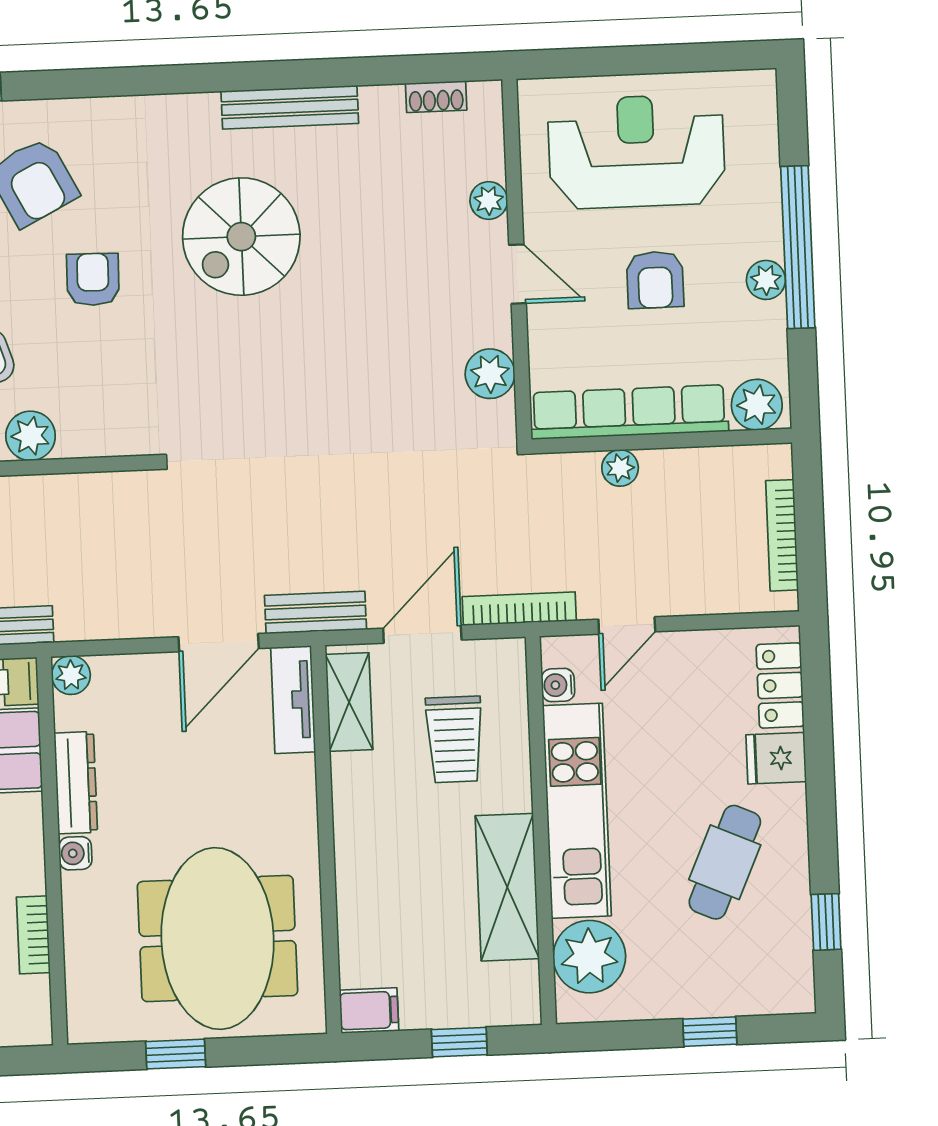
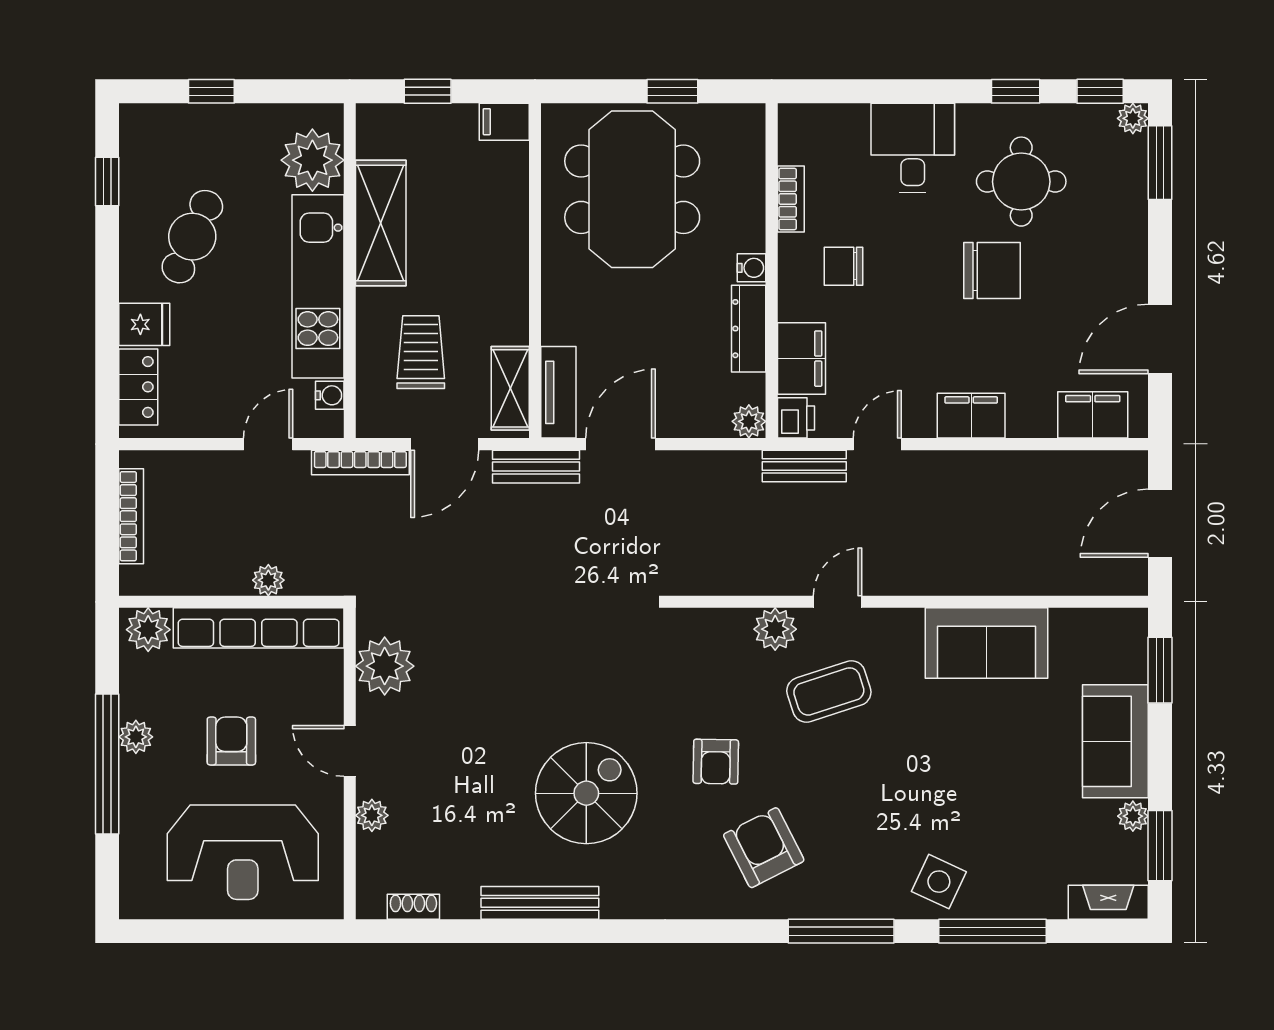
plant: (490, 374) -> (385, 666), width x1.36, depth x1.36

